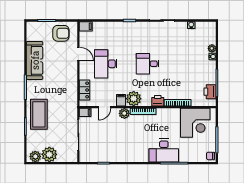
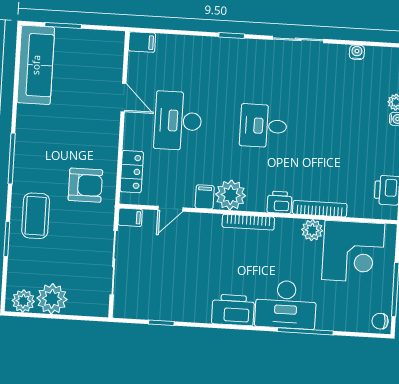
armchair: (61, 33) -> (85, 185), moved
sofa: (35, 60) -> (36, 65), moved
plant: (124, 113) -> (312, 230), moved
coffee table: (39, 114) -> (36, 216), width x0.73, depth x0.76
printer: (138, 155) -> (233, 310), added

